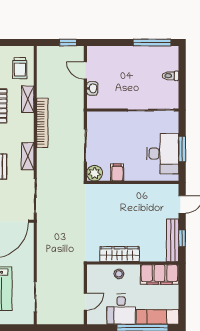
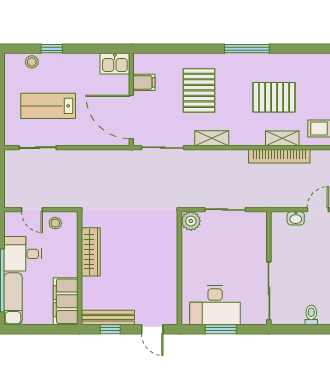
bookcase: (42, 123) -> (279, 156), moved
filing cabinet: (117, 172) -> (192, 249), removed
stool: (119, 274) -> (55, 223), moved

